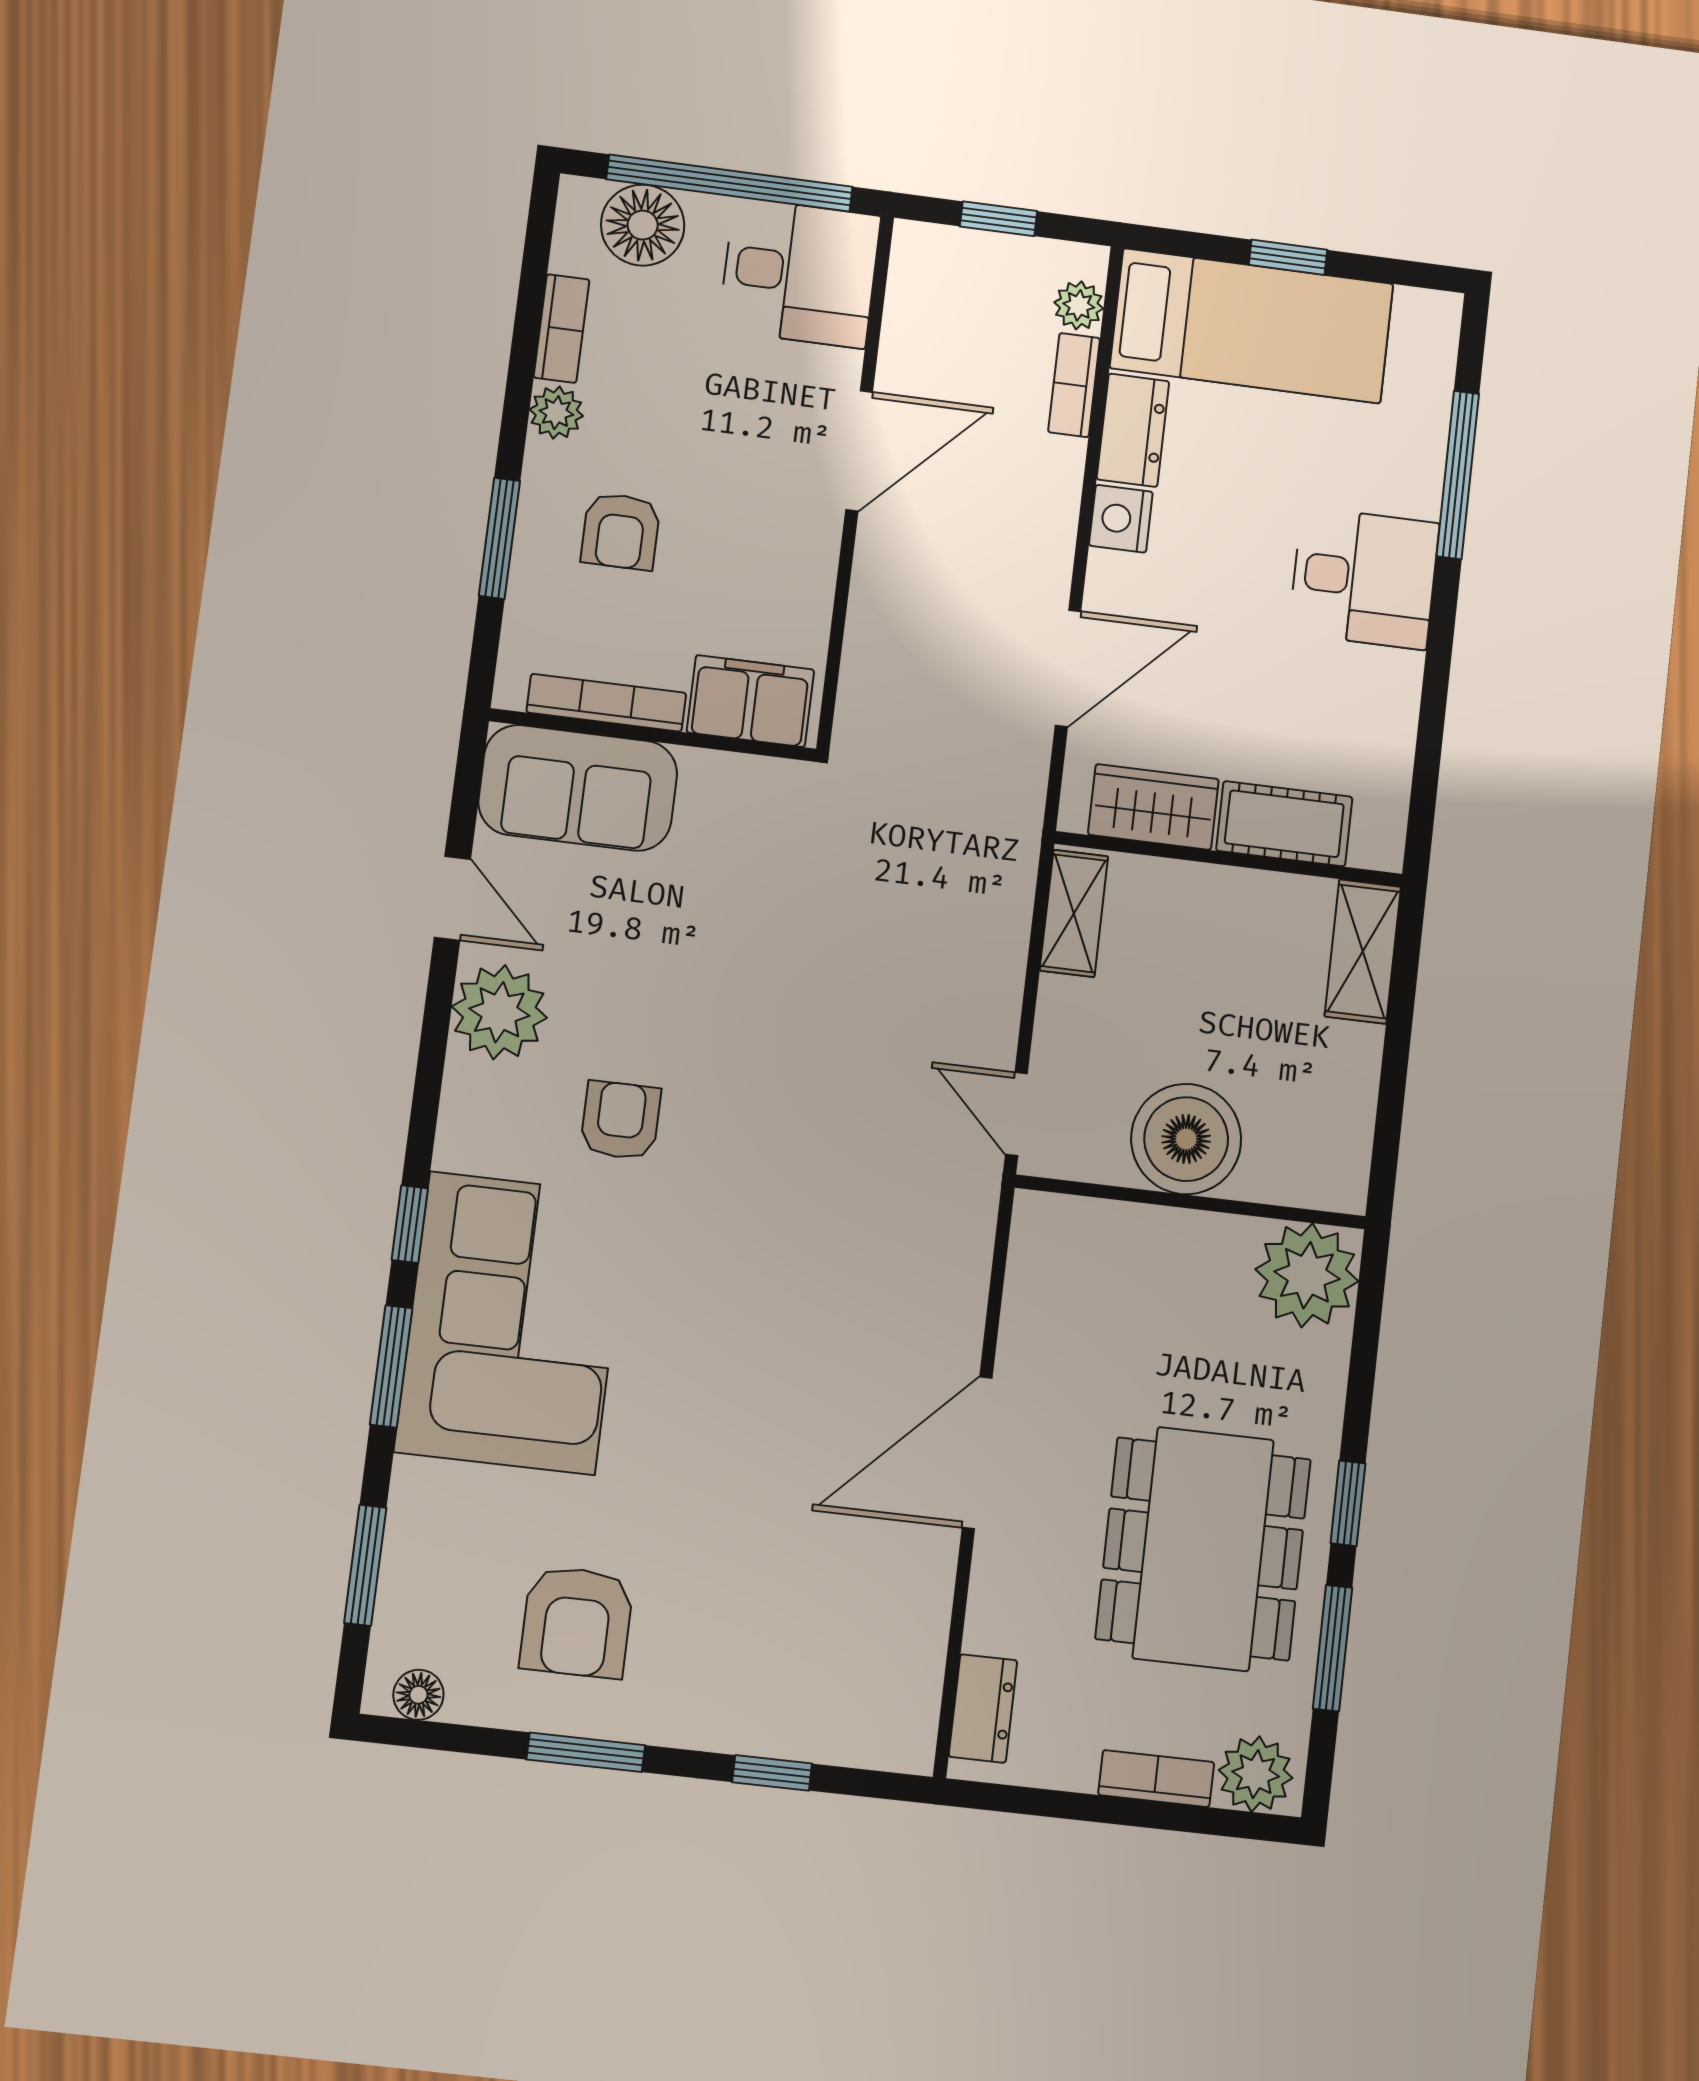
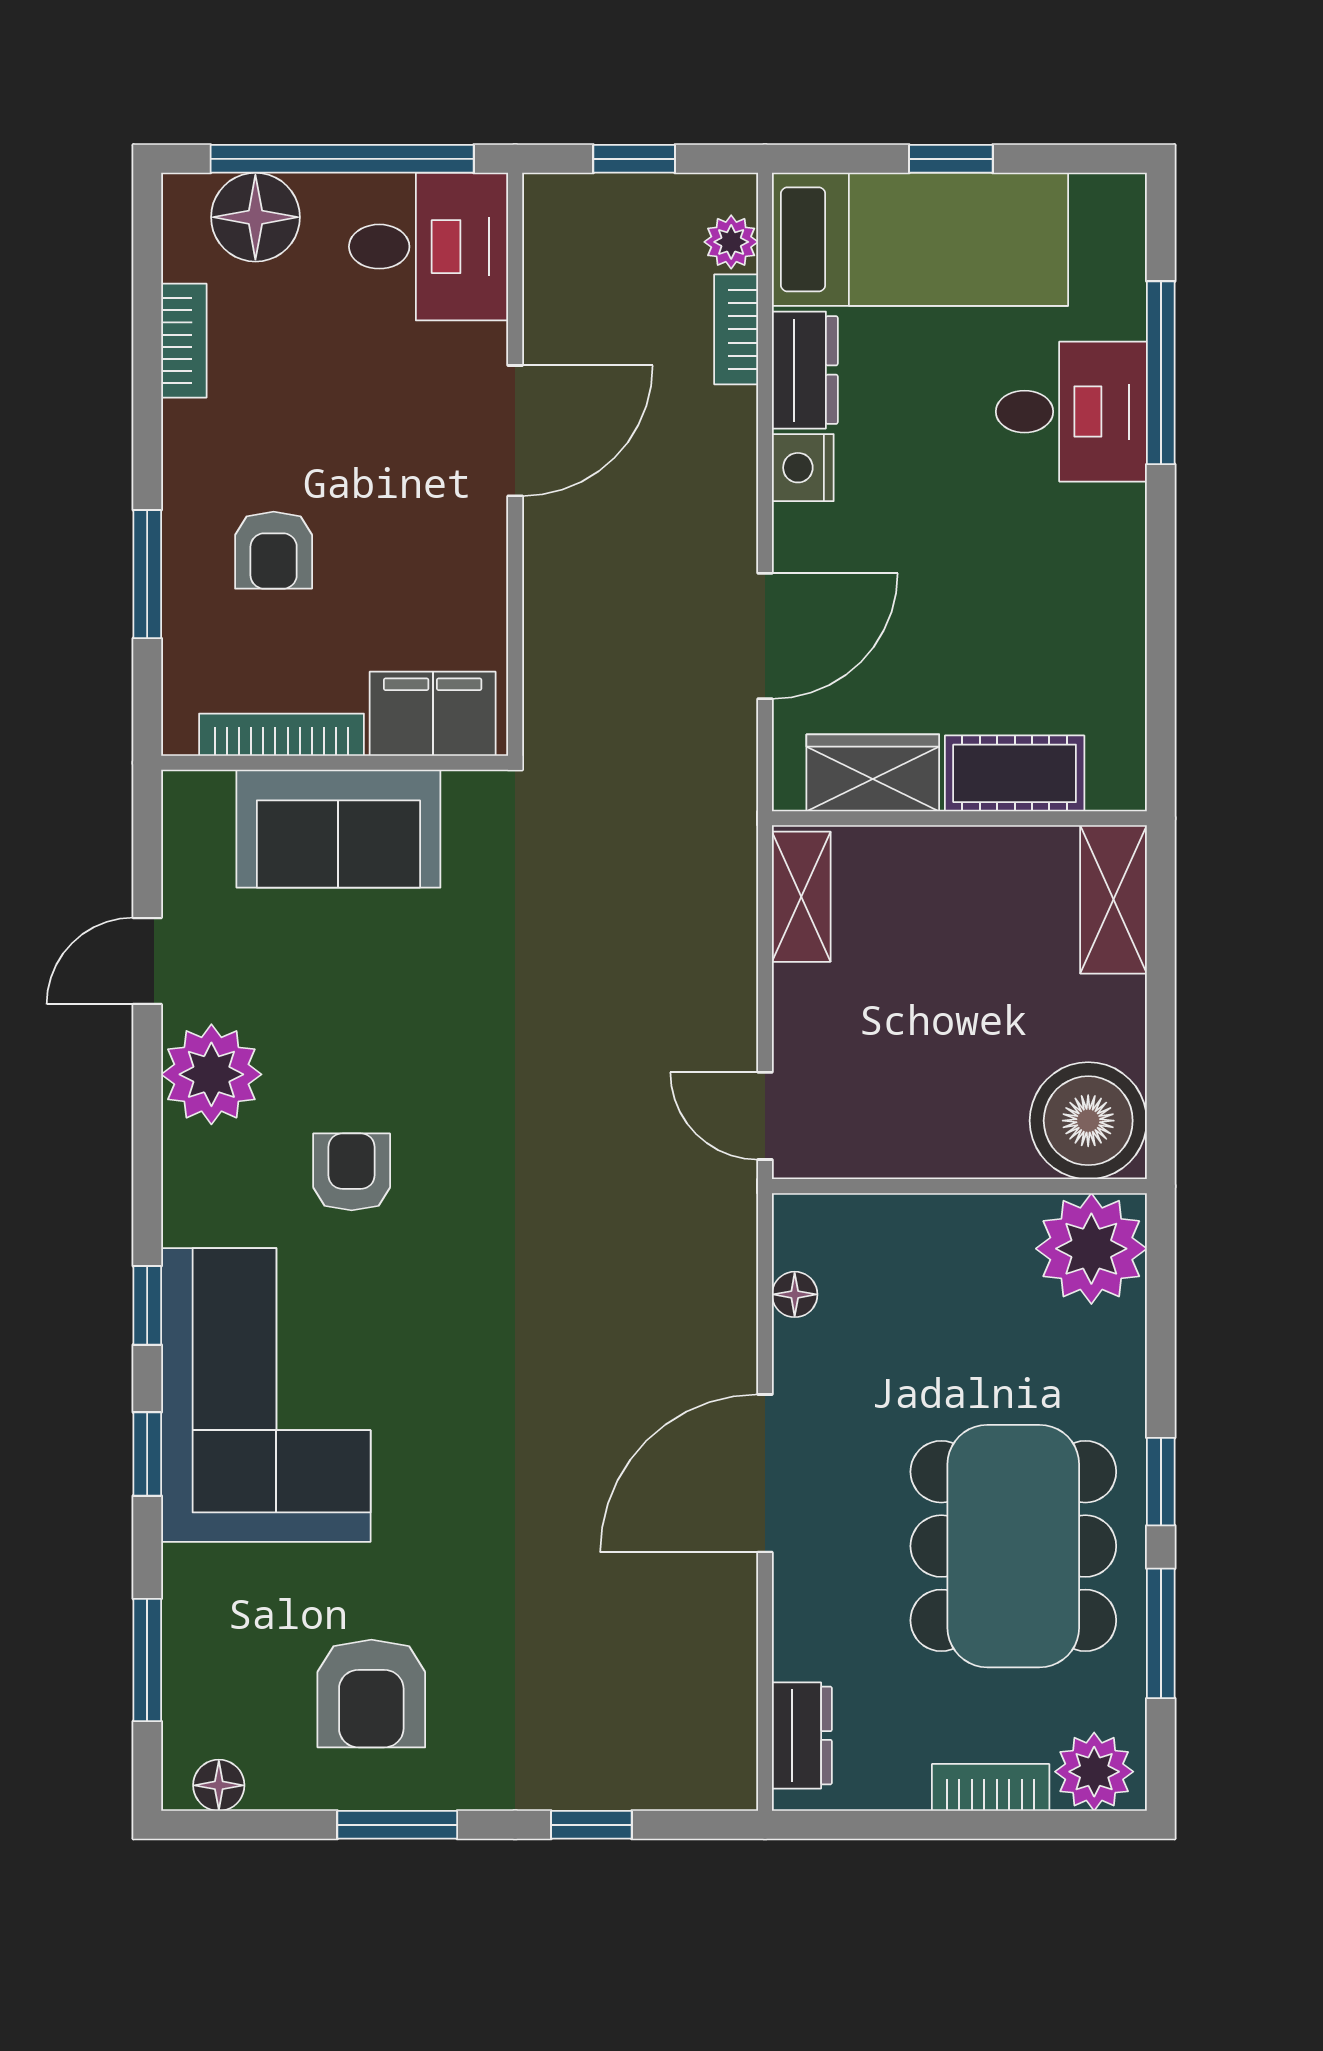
plant: (556, 413) -> (190, 432), removed
desk: (1364, 578) -> (1071, 412), moved
sofa: (578, 788) -> (338, 829), moved
door: (452, 898) -> (147, 961), swing flipped
boiler: (1186, 1139) -> (1088, 1121), moved
floor lamp: (1025, 1286) -> (795, 1294), added
window: (391, 1366) -> (147, 1454), width x0.67

